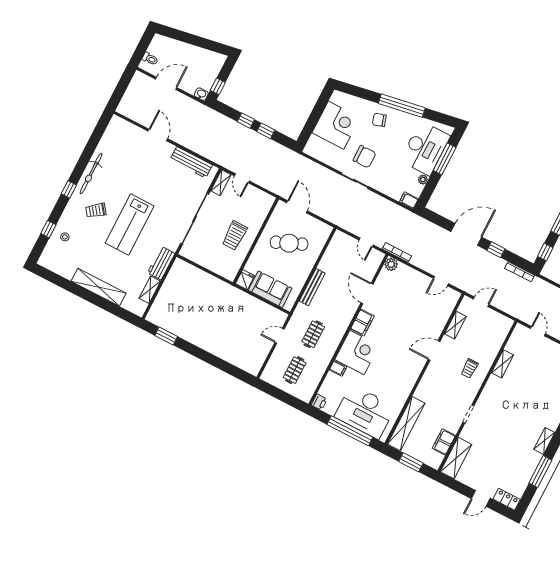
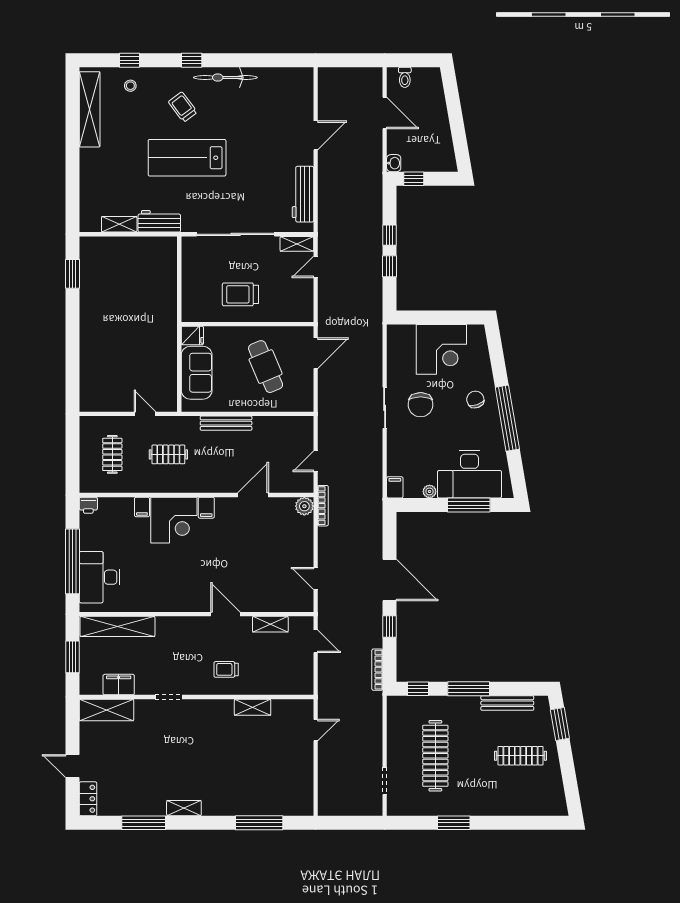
shelving: (99, 287) -> (90, 109), moved
filing cabinet: (362, 323) -> (206, 508), width x0.50
clothes rail: (295, 370) -> (112, 454), turned 90
desk: (365, 412) -> (100, 577), width x0.73, depth x0.77

